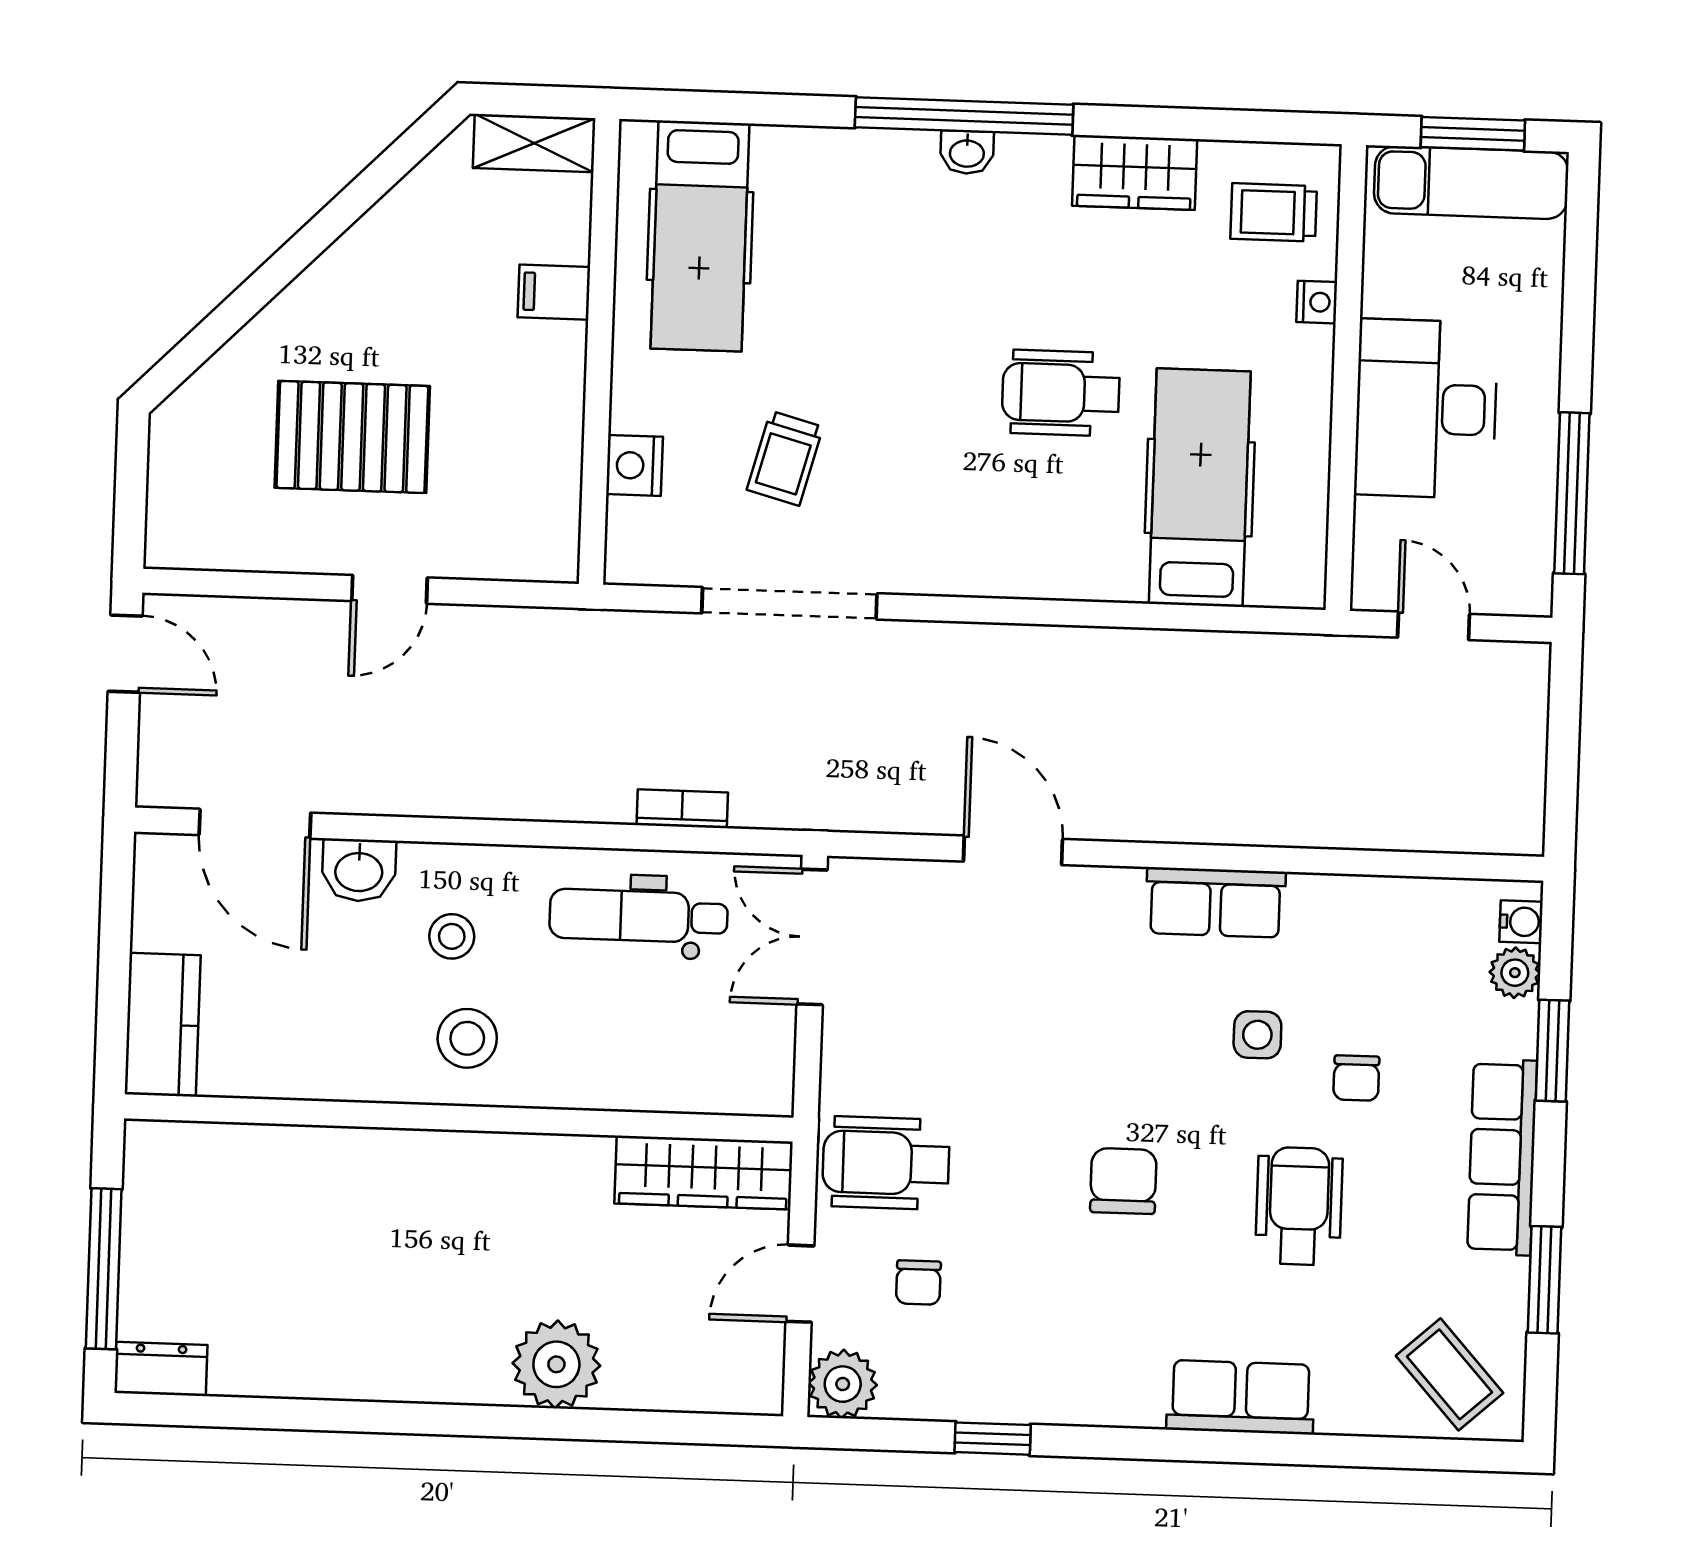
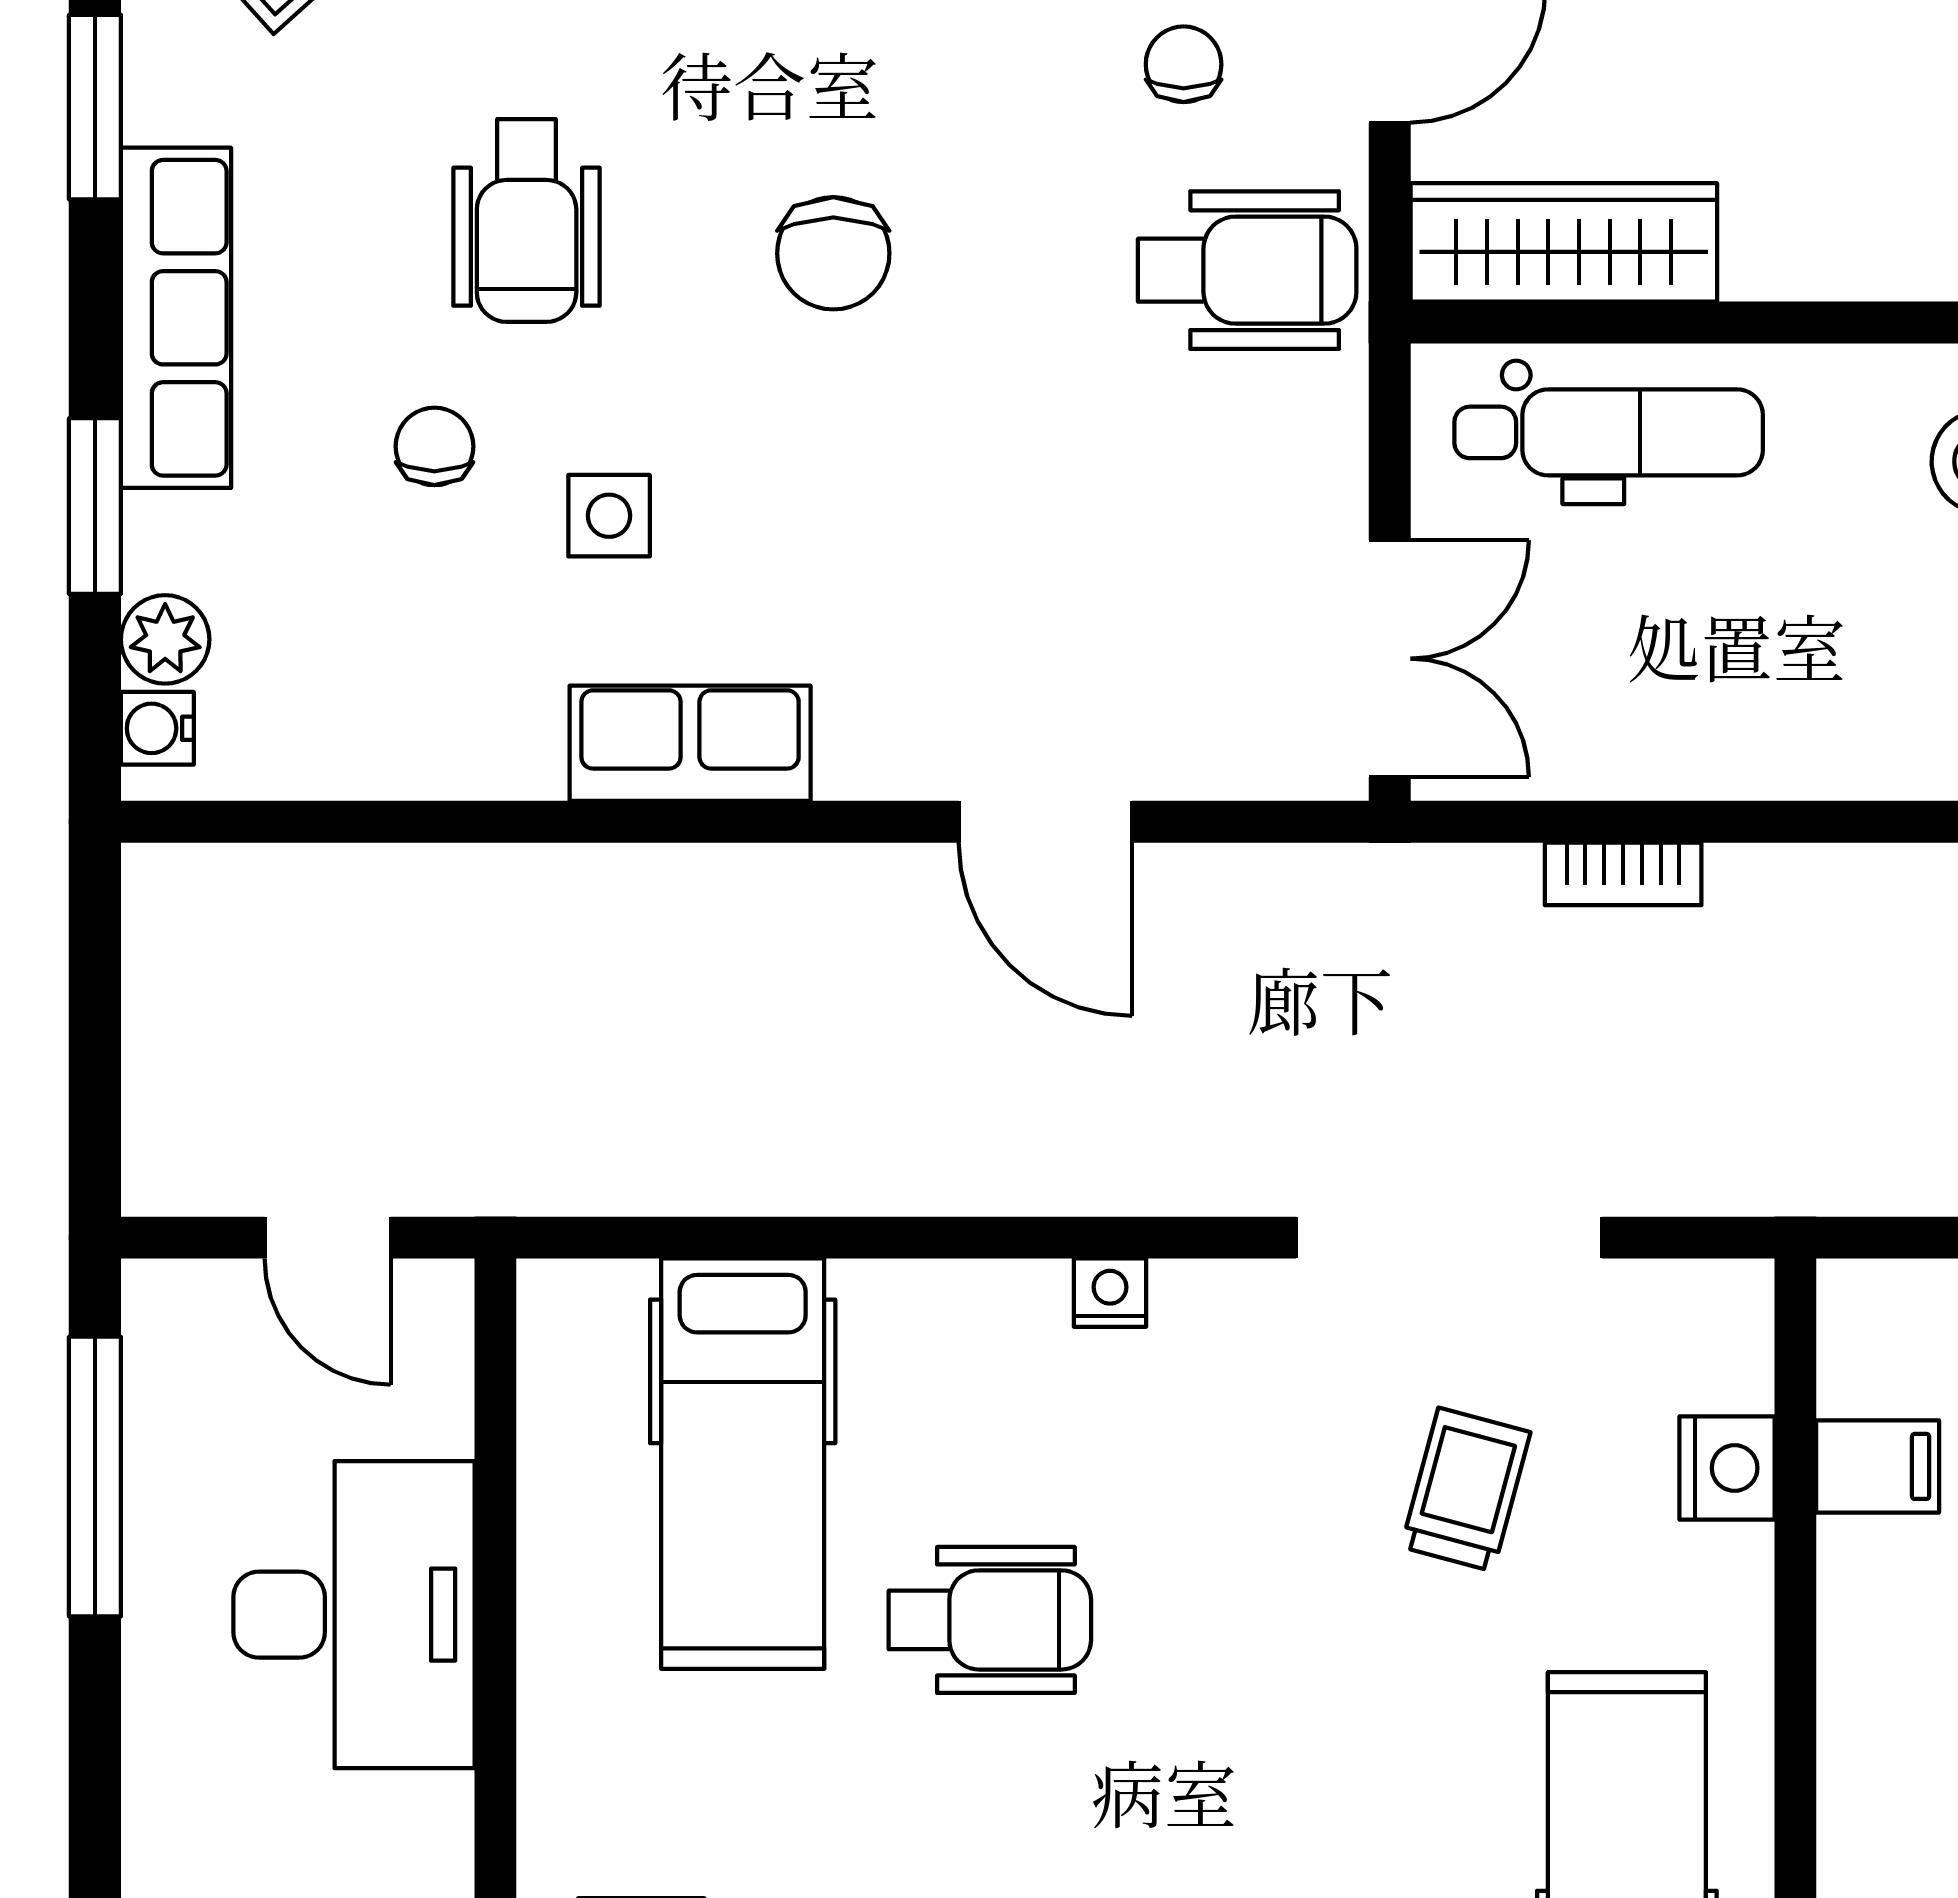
filing cabinet: (554, 292) -> (1878, 1466), moved
nightstand: (1317, 302) -> (1110, 1293), moved, turned 90
dental chair: (639, 916) -> (1609, 432), moved

